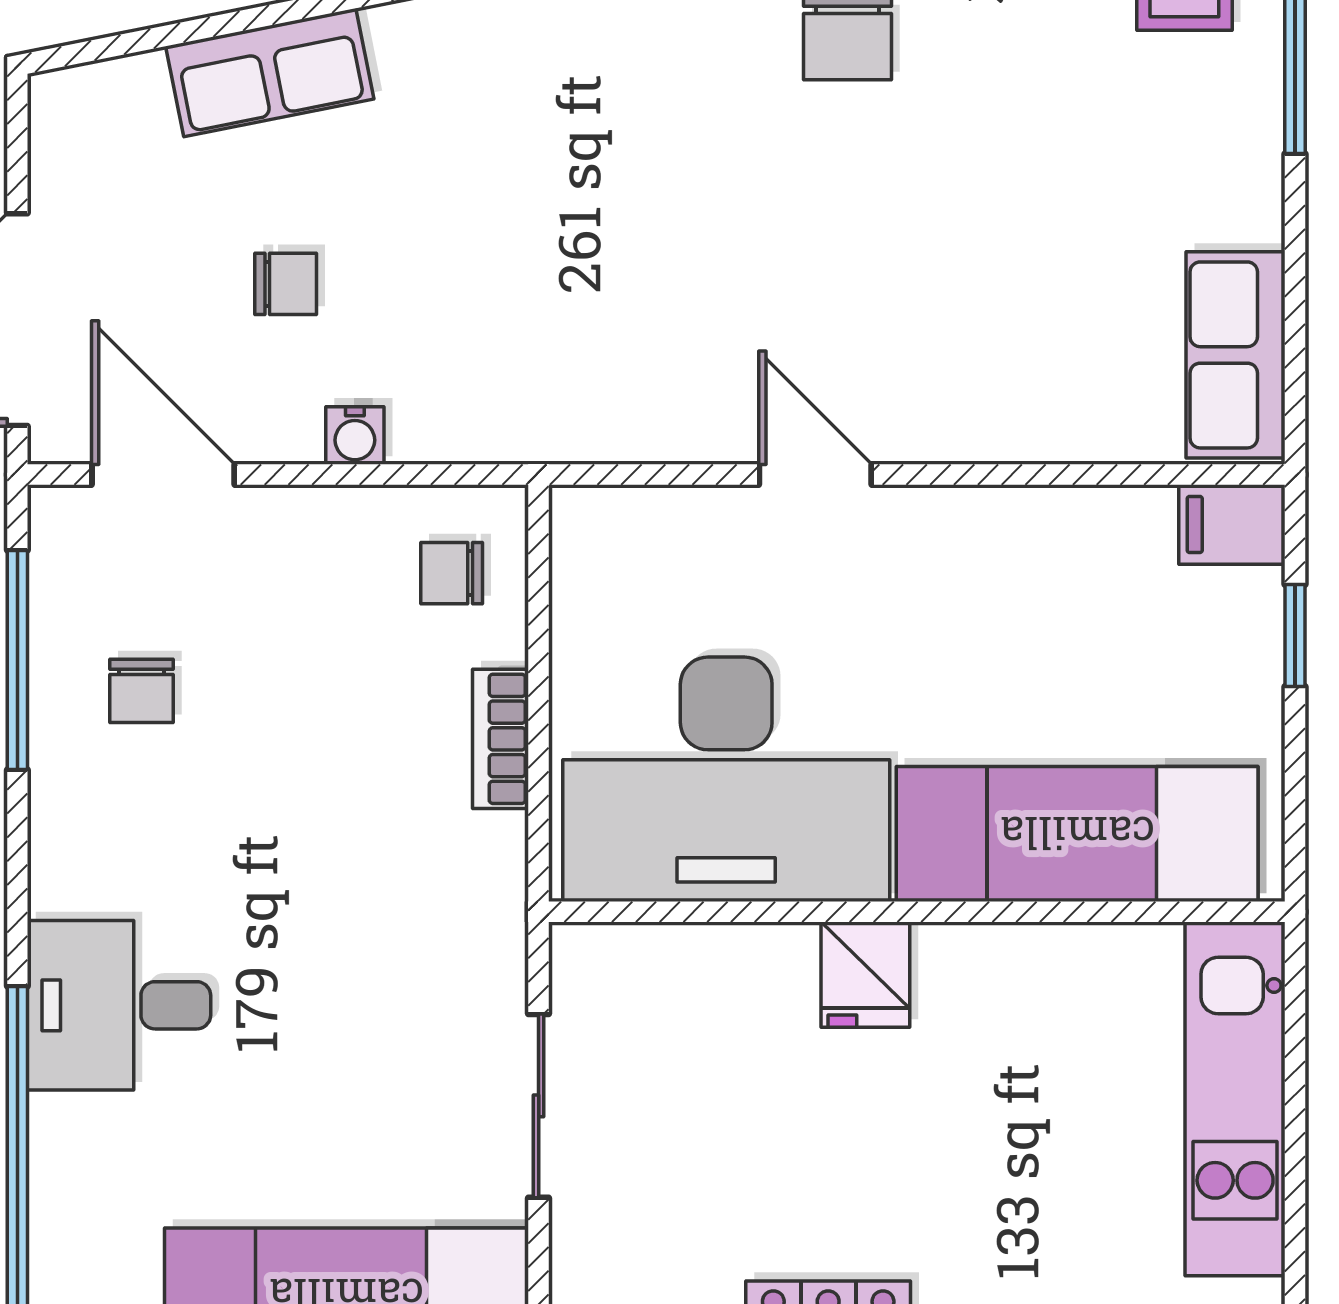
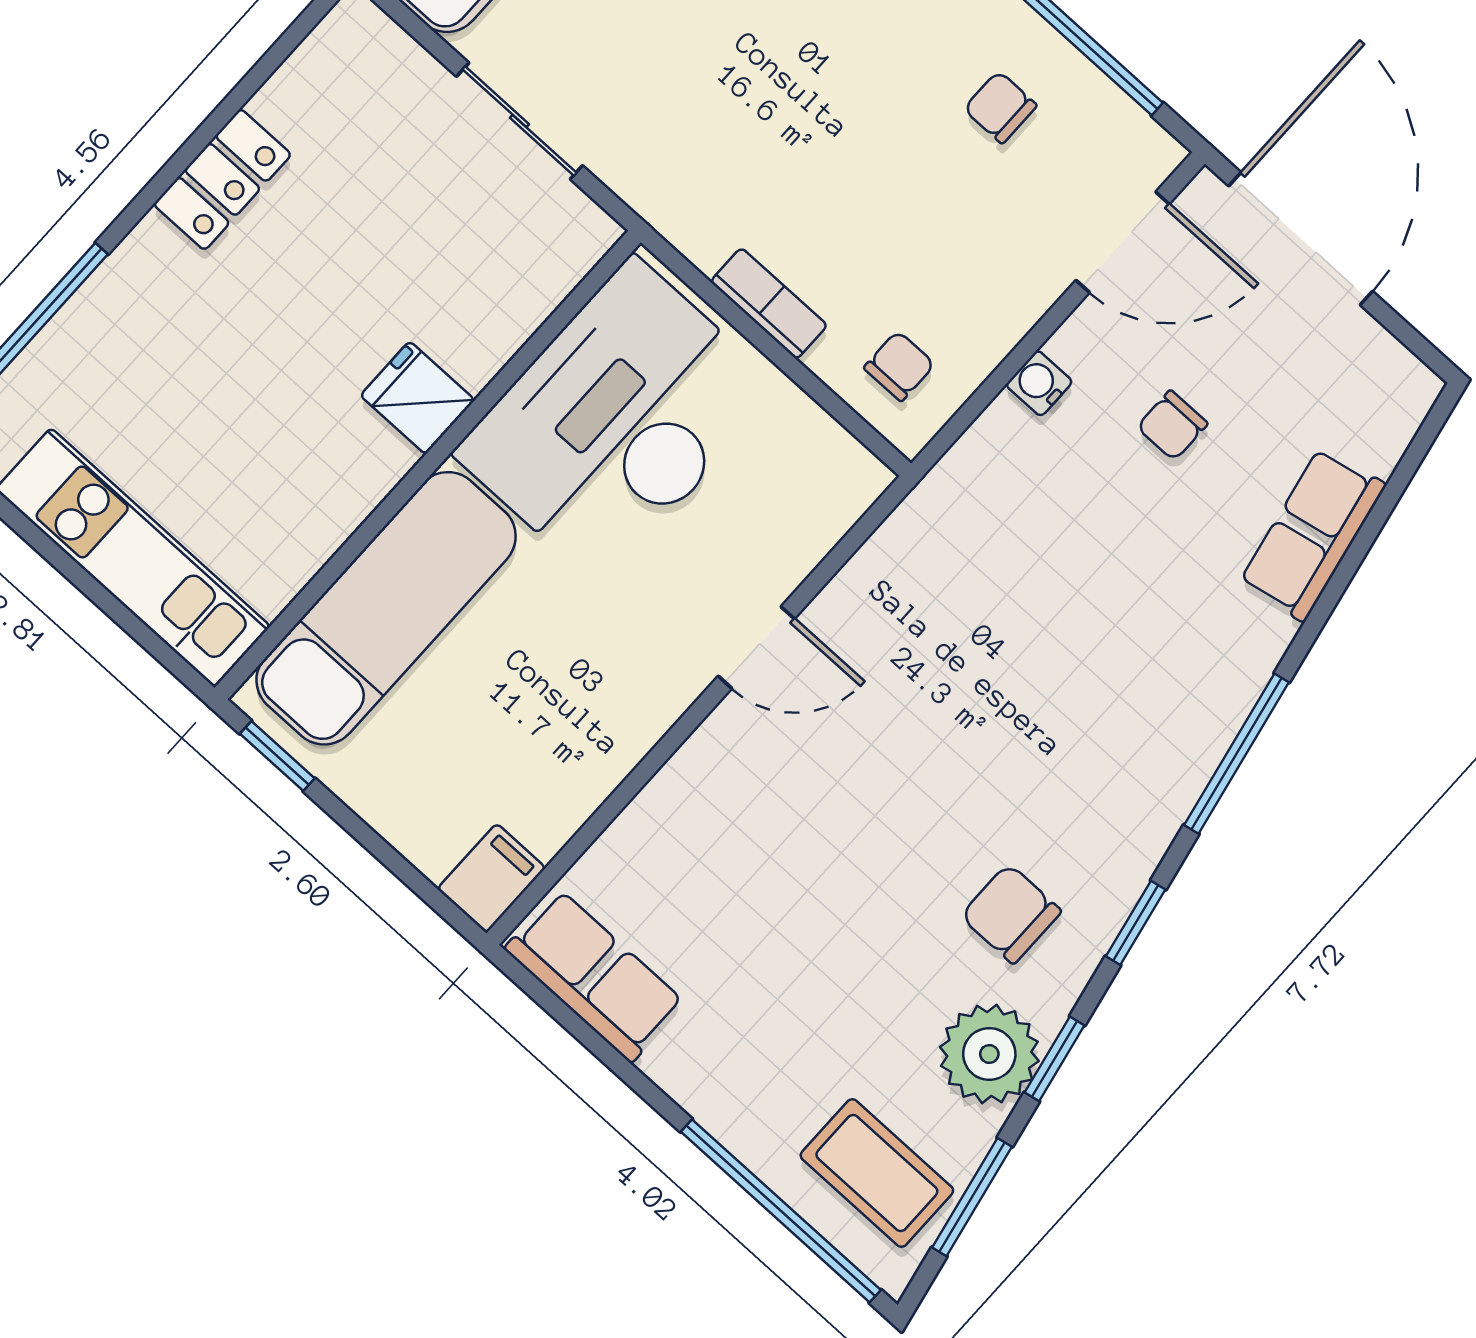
window: (1295, 635) -> (277, 756), moved

